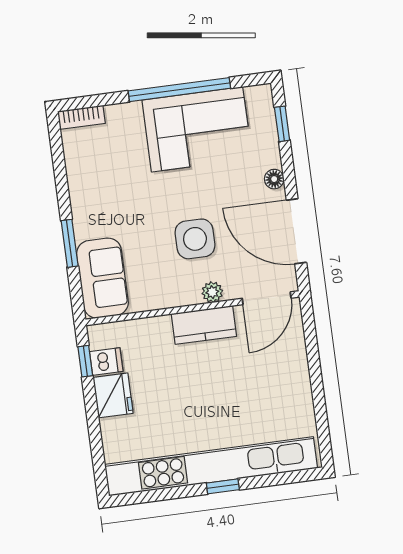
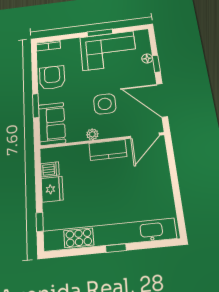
window: (179, 90) -> (100, 33), width x0.47
window: (282, 124) -> (156, 64), moved
floor lamp: (274, 179) -> (147, 58), moved
armchair: (95, 186) -> (52, 78), added
plant: (212, 292) -> (92, 134), moved
window: (85, 361) -> (40, 222), moved

